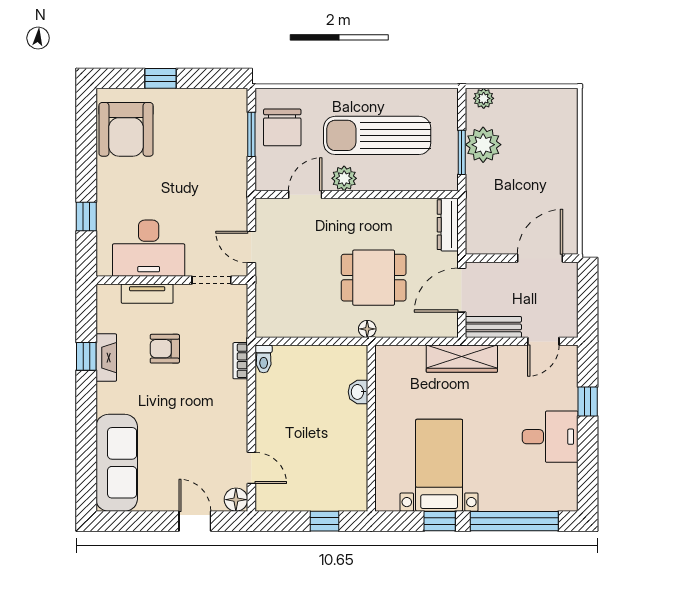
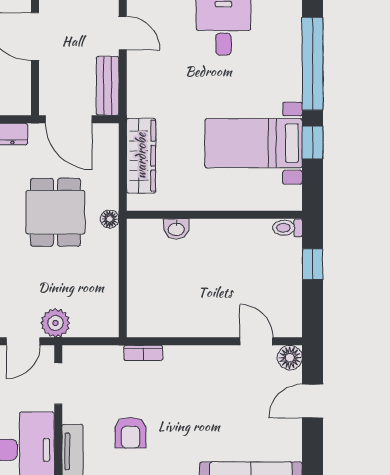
plant: (269, 278) -> (55, 323), added
toilet: (264, 359) -> (287, 228), moved, turned 180
wardrobe: (462, 359) -> (141, 156), moved
door: (251, 468) -> (256, 341), hinge flipped

